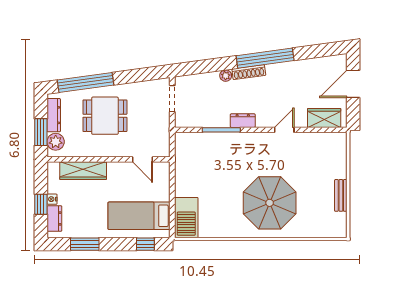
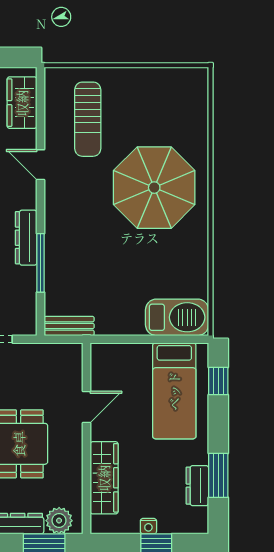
dresser: (243, 121) -> (26, 238), width x1.44
door: (143, 159) -> (87, 407), moved
sun lounger: (313, 160) -> (88, 119), added
bench: (341, 195) -> (69, 326), moved
dresser: (54, 219) -> (197, 486), moved, turned -90

